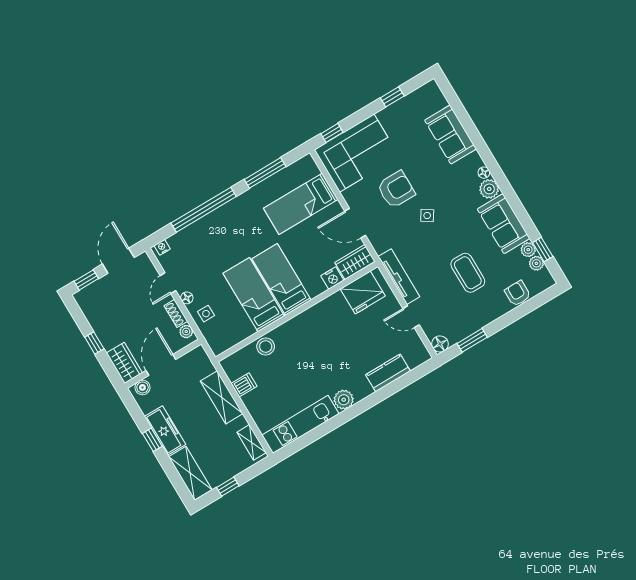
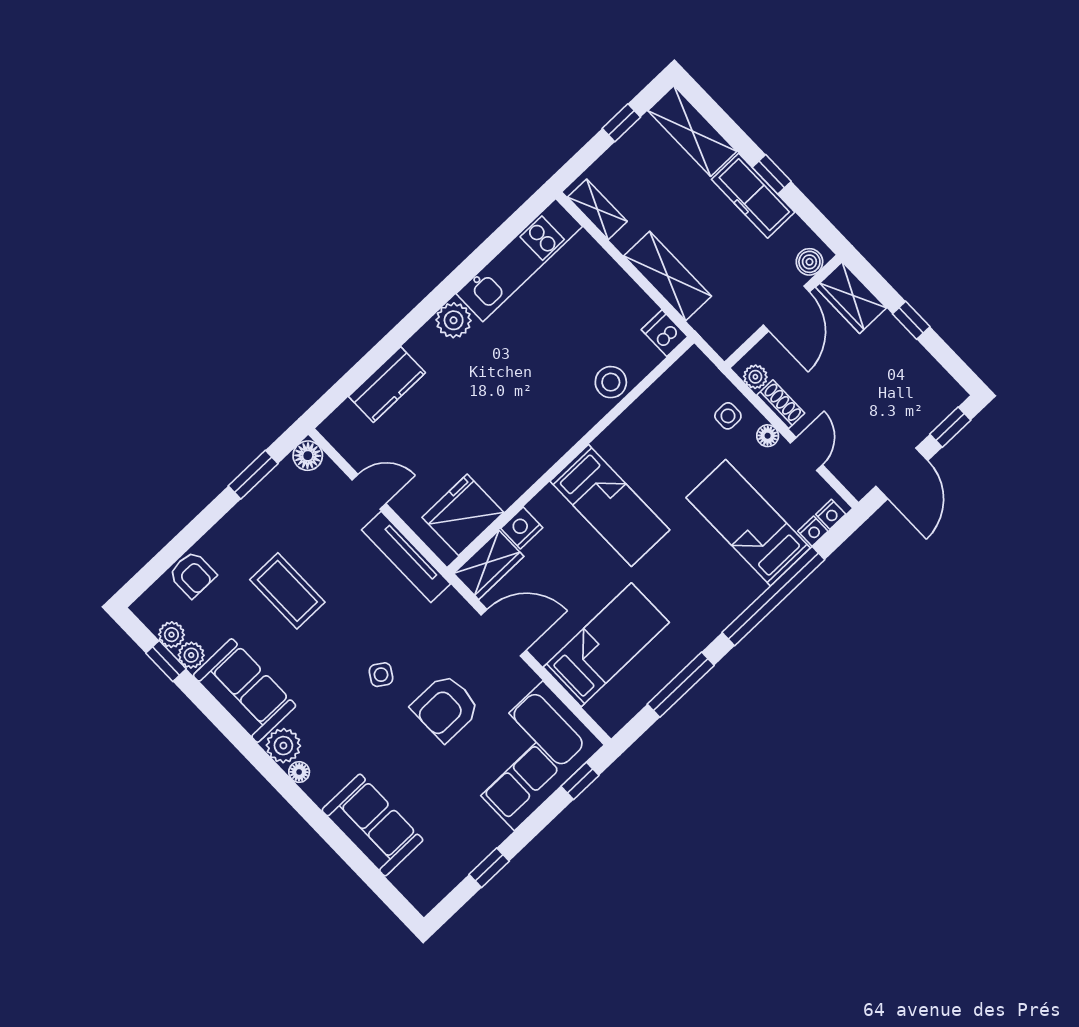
nightstand: (174, 240) -> (813, 531), added
bed: (254, 295) -> (748, 523), moved, turned 180
dishwasher: (244, 385) -> (665, 333), moved, turned 90

